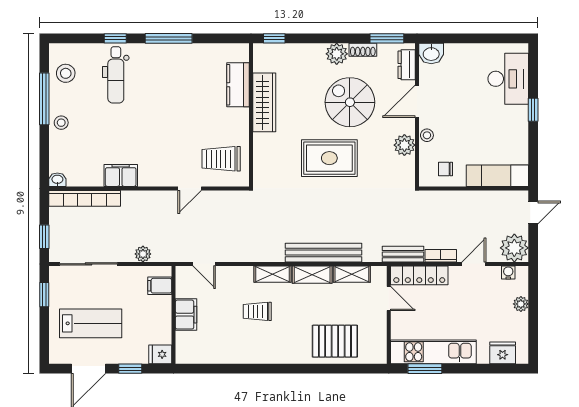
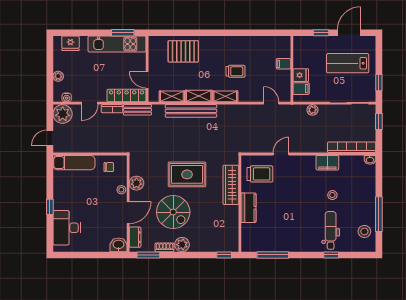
window: (169, 38) -> (273, 255), moved
kitchen counter: (238, 85) -> (248, 208), moved
wardrobe: (264, 102) -> (231, 185), moved
stool: (61, 123) -> (332, 195), moved
filing cabinet: (186, 315) -> (283, 64), width x0.50
fridge: (160, 354) -> (301, 75), moved

